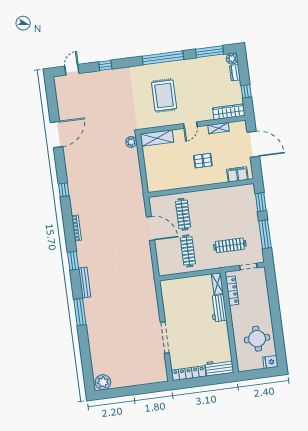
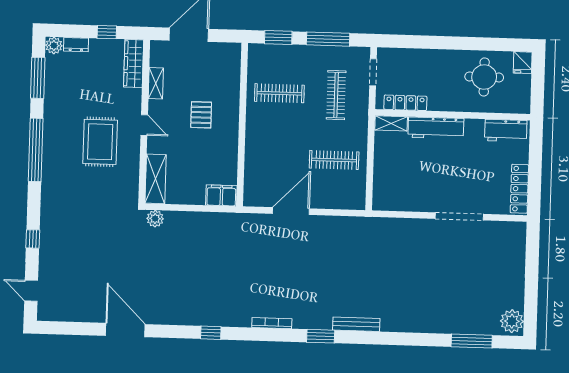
rug: (164, 95) -> (100, 142), moved, turned 90
filing cabinet: (237, 174) -> (221, 195), moved, turned 90
clothes rail: (183, 214) -> (279, 93), moved
workbench: (219, 308) -> (436, 128), width x1.38
window: (80, 312) -> (472, 341), moved
workbench: (219, 368) -> (506, 131), moved, turned -90

